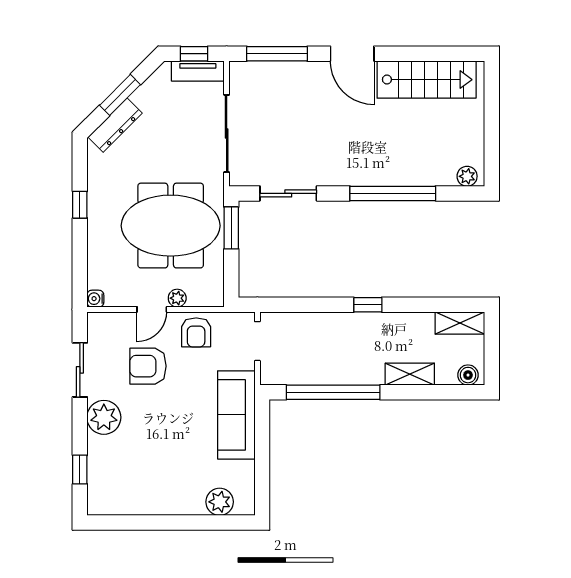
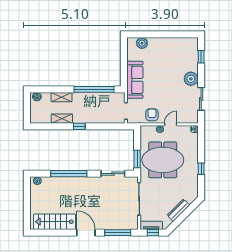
window: (120, 95) -> (184, 215), removed
dresser: (115, 125) -> (178, 210), moved
shelving: (460, 323) -> (62, 119), moved
armchair: (148, 366) -> (172, 100), removed

